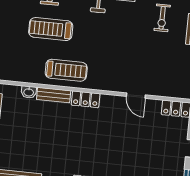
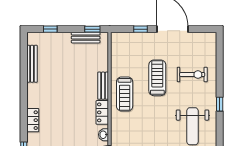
washbasin: (29, 92) -> (103, 135), moved

